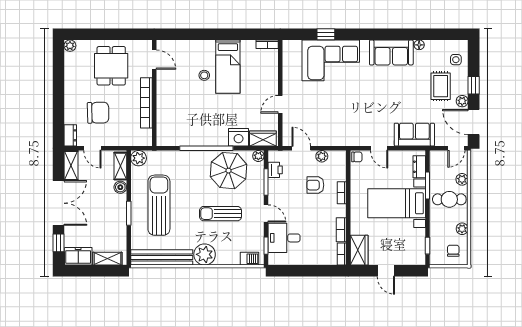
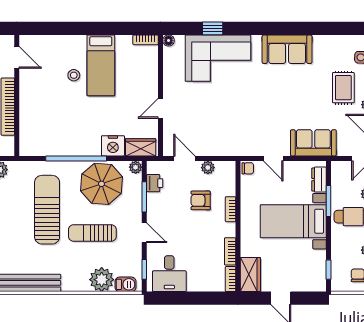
floor lamp: (419, 45) -> (169, 40), moved
sun lounger: (159, 205) -> (47, 210), moved
desk: (284, 238) -> (169, 274), moved, turned -90
plant: (205, 254) -> (102, 280), moved

